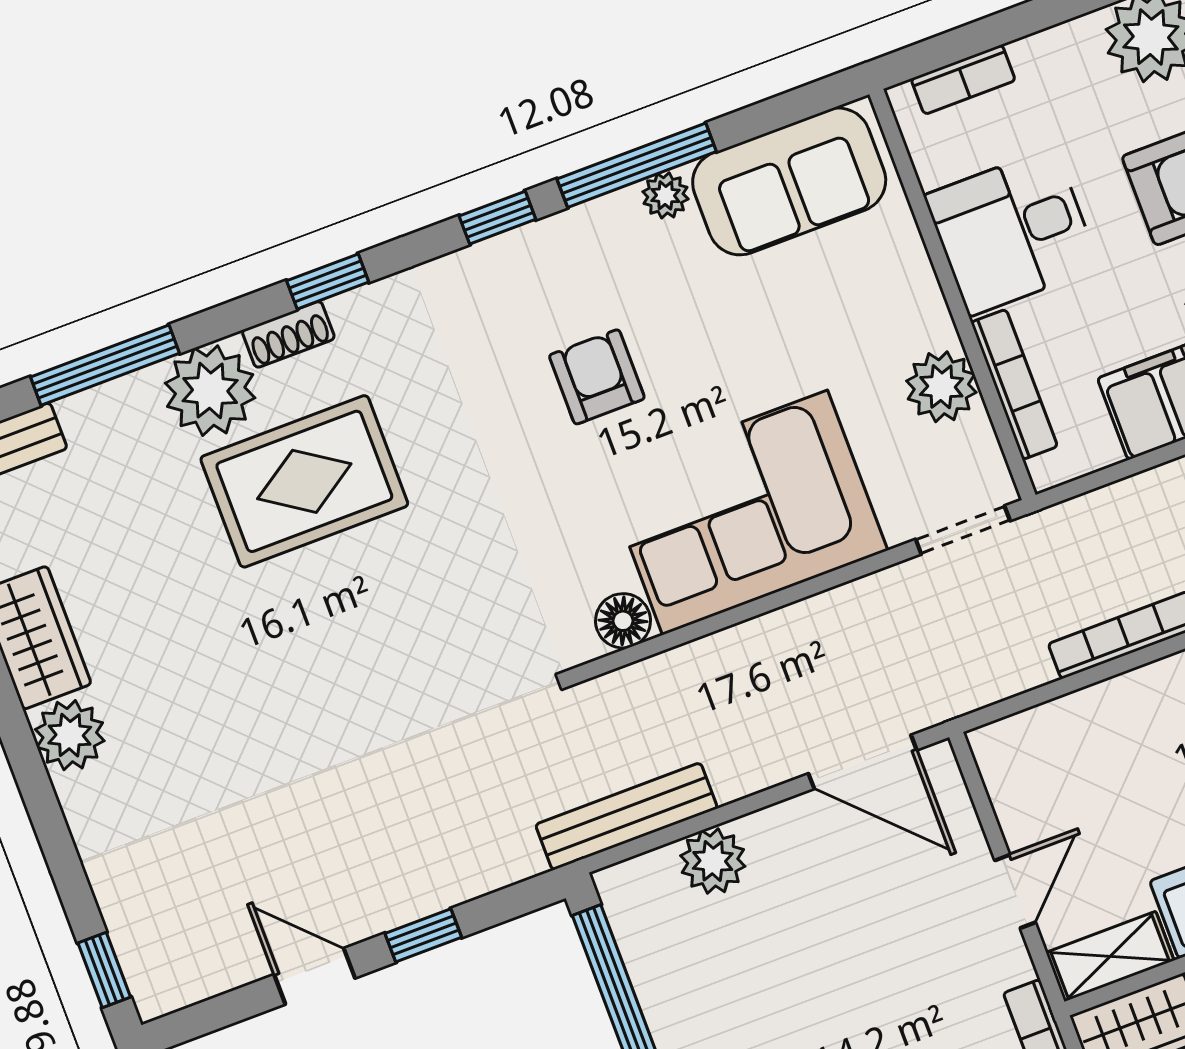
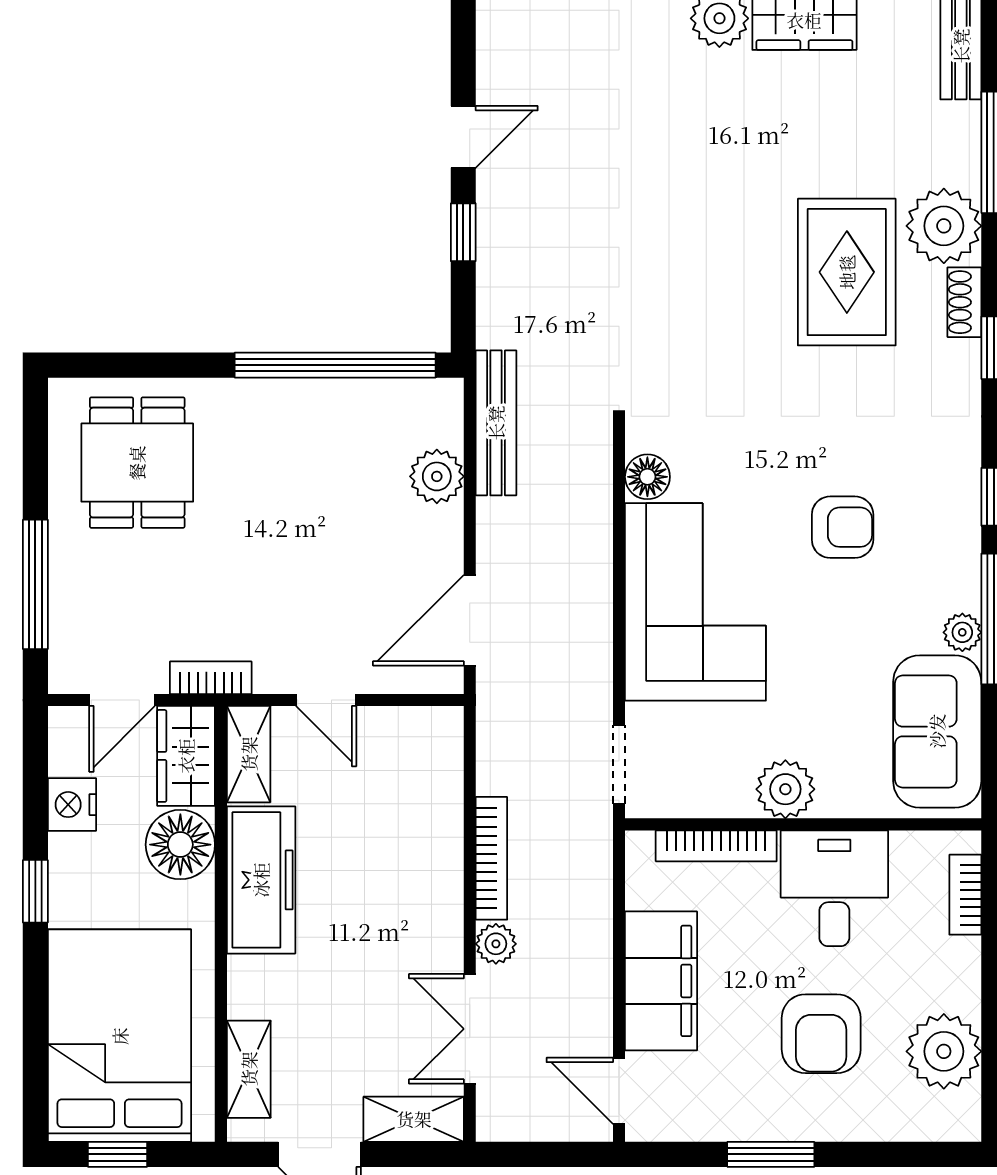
plant: (941, 387) -> (785, 789), moved

